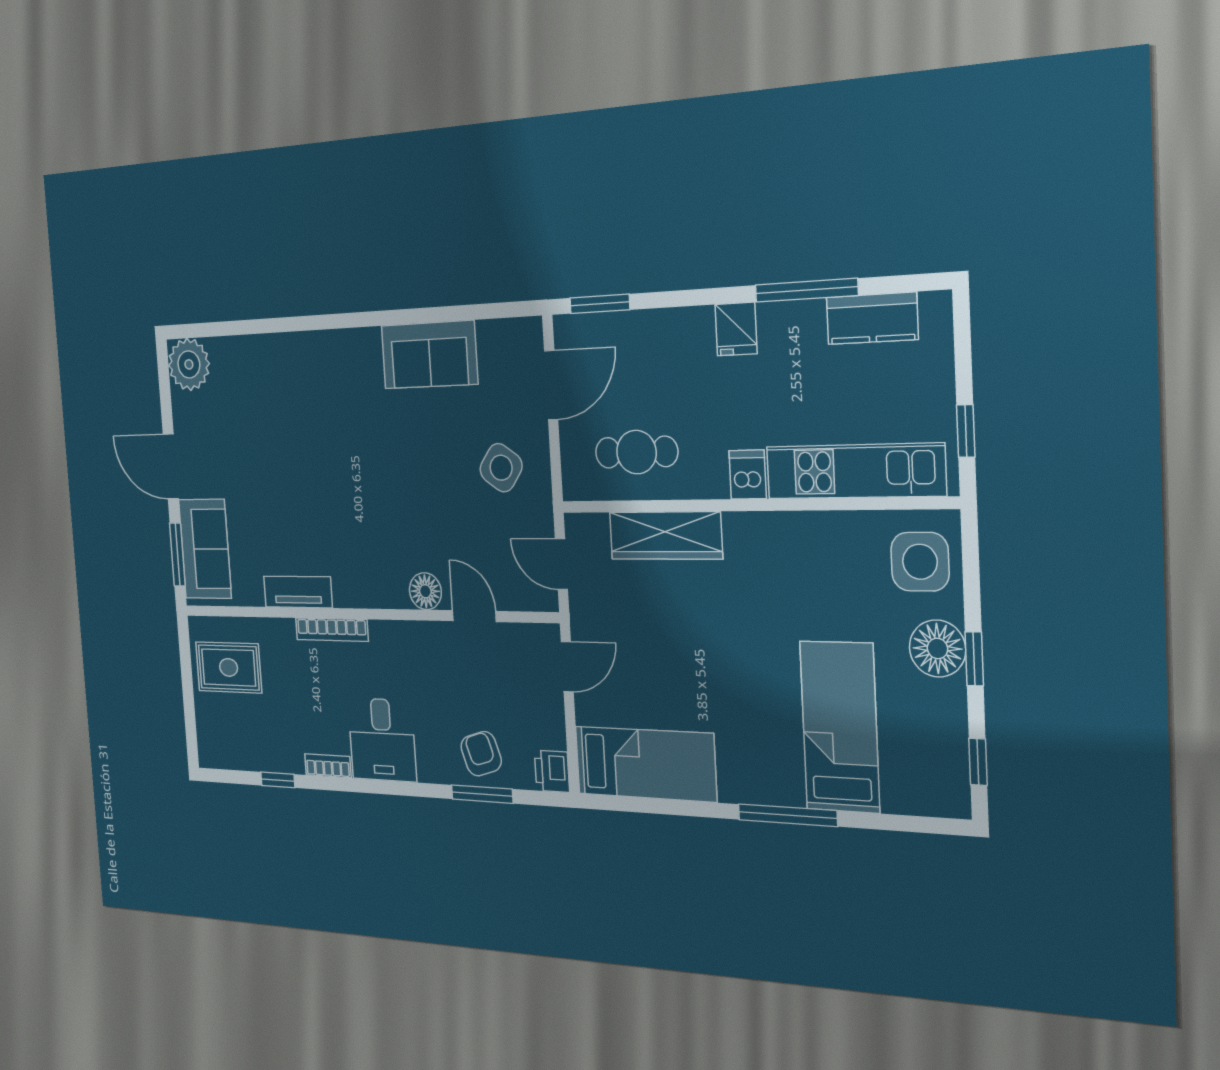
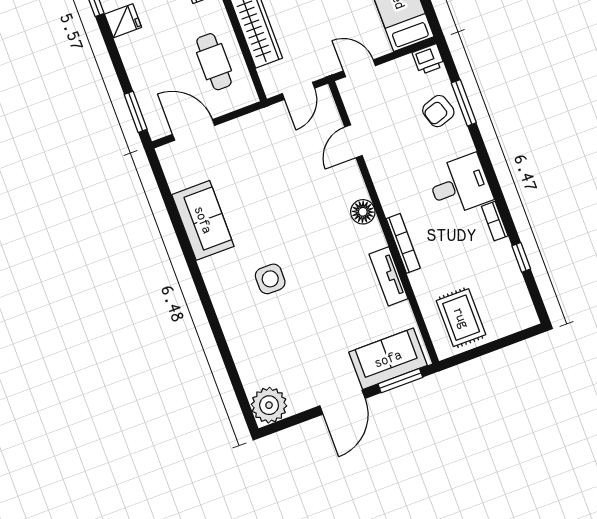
side table: (501, 468) -> (270, 279), moved, turned -35
floor lamp: (425, 591) -> (363, 212), moved

